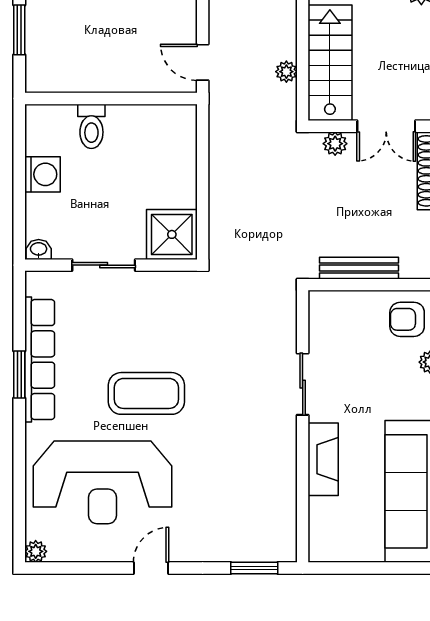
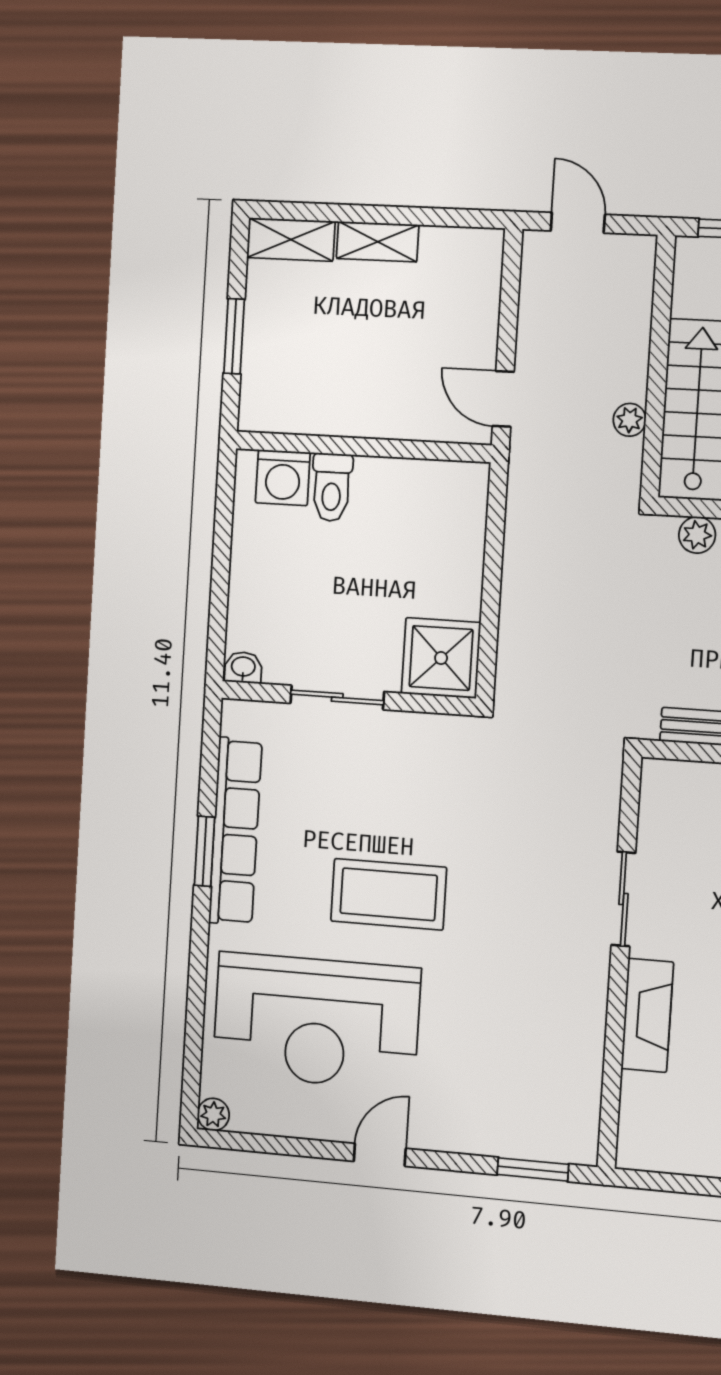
washing machine: (42, 174) -> (283, 478), moved, turned 90

